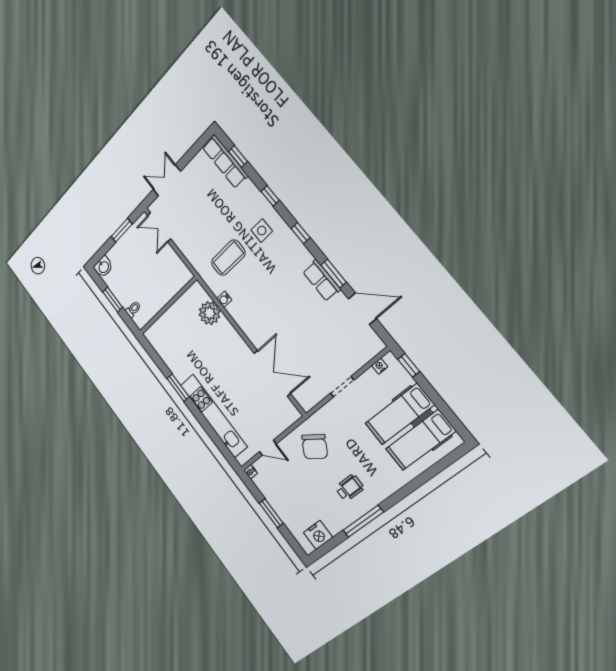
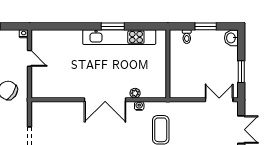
plant: (210, 313) -> (135, 93), width x0.53, depth x0.53
double door: (272, 373) -> (105, 100), moved
kitchen unit: (214, 416) -> (119, 37), moved
door: (268, 448) -> (30, 58), swing flipped

